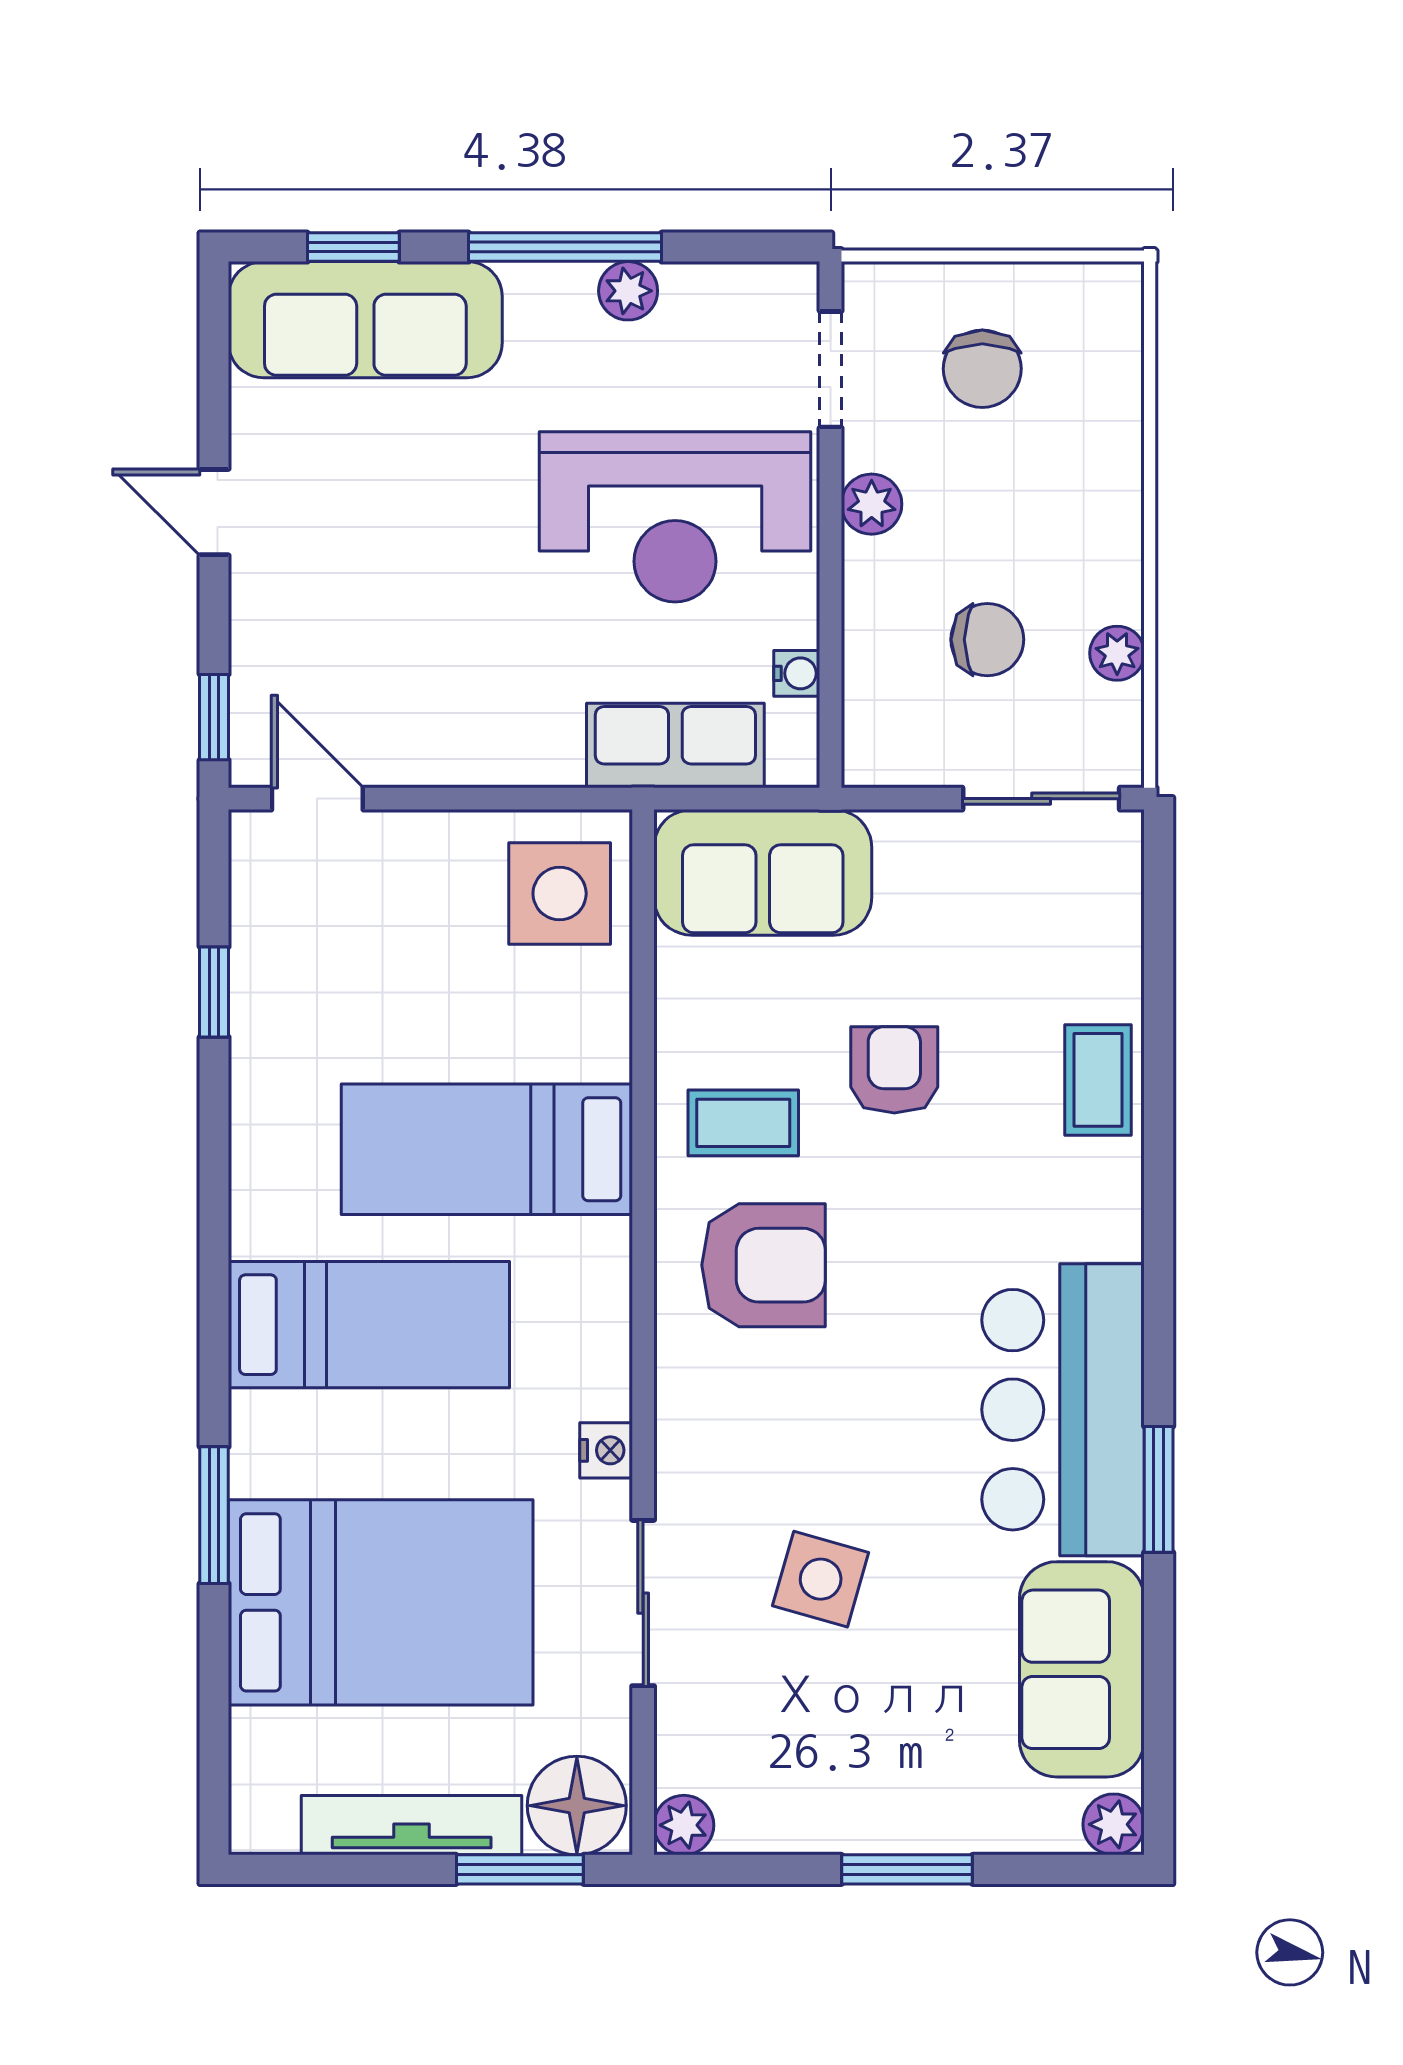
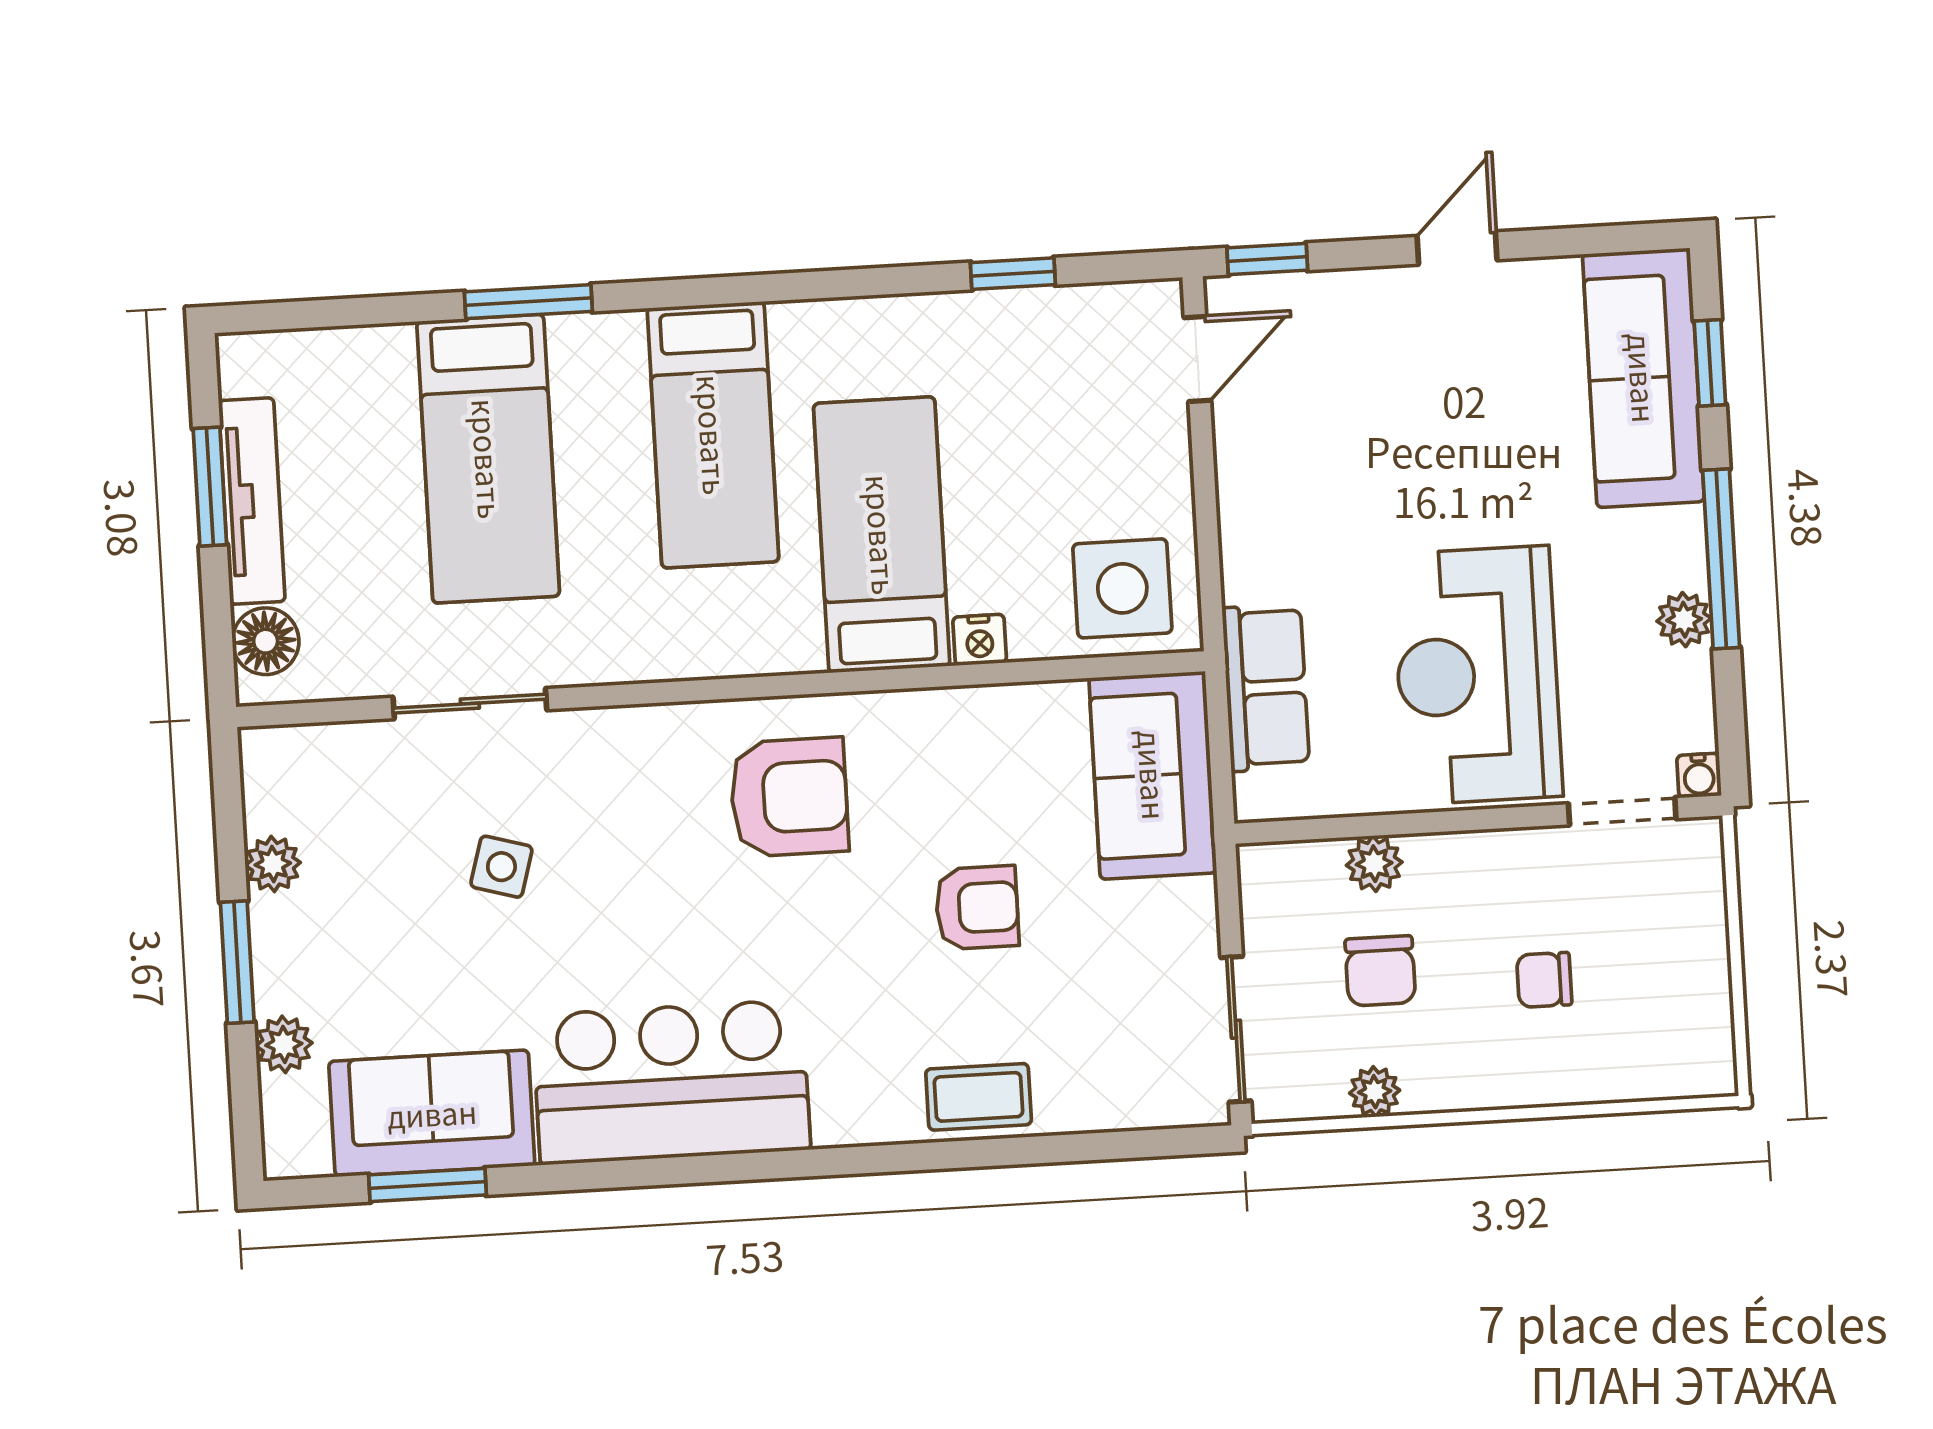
chair: (982, 369) -> (1544, 980), moved, width x0.73, depth x0.73
plant: (872, 504) -> (1374, 864), moved
water cooler: (797, 673) -> (1699, 775), moved
coffee table: (743, 1123) -> (920, 771), removed
armchair: (764, 1265) -> (789, 797), turned -90
nightstand: (606, 1450) -> (980, 640), moved
window: (1159, 1489) -> (428, 1185), moved
side table: (821, 1579) -> (501, 867), width x0.73, depth x0.73
bed: (381, 1602) -> (488, 459), width x0.67
floor lamp: (577, 1806) -> (266, 641), width x0.73, depth x0.73
plant: (1114, 1824) -> (284, 1044), moved
plant: (684, 1825) -> (273, 864), moved
window: (520, 1869) -> (210, 487), moved

